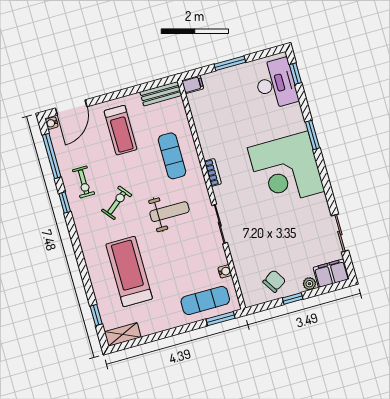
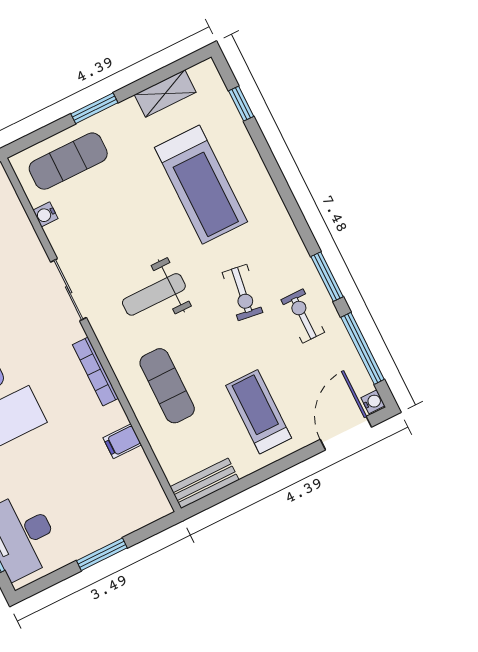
filing cabinet: (193, 84) -> (122, 441), moved
bookcase: (213, 172) -> (96, 372), width x1.56
window: (65, 203) -> (327, 277), width x1.50
exercise bike: (117, 203) -> (242, 292), turned -43
window: (221, 319) -> (94, 108), moved
shelving: (123, 334) -> (165, 93), moved

